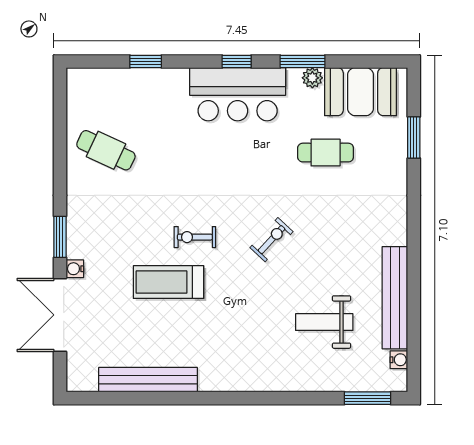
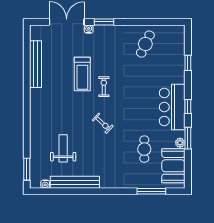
window: (414, 137) -> (151, 191), width x1.44
treadmill: (169, 282) -> (82, 74), turned 180

